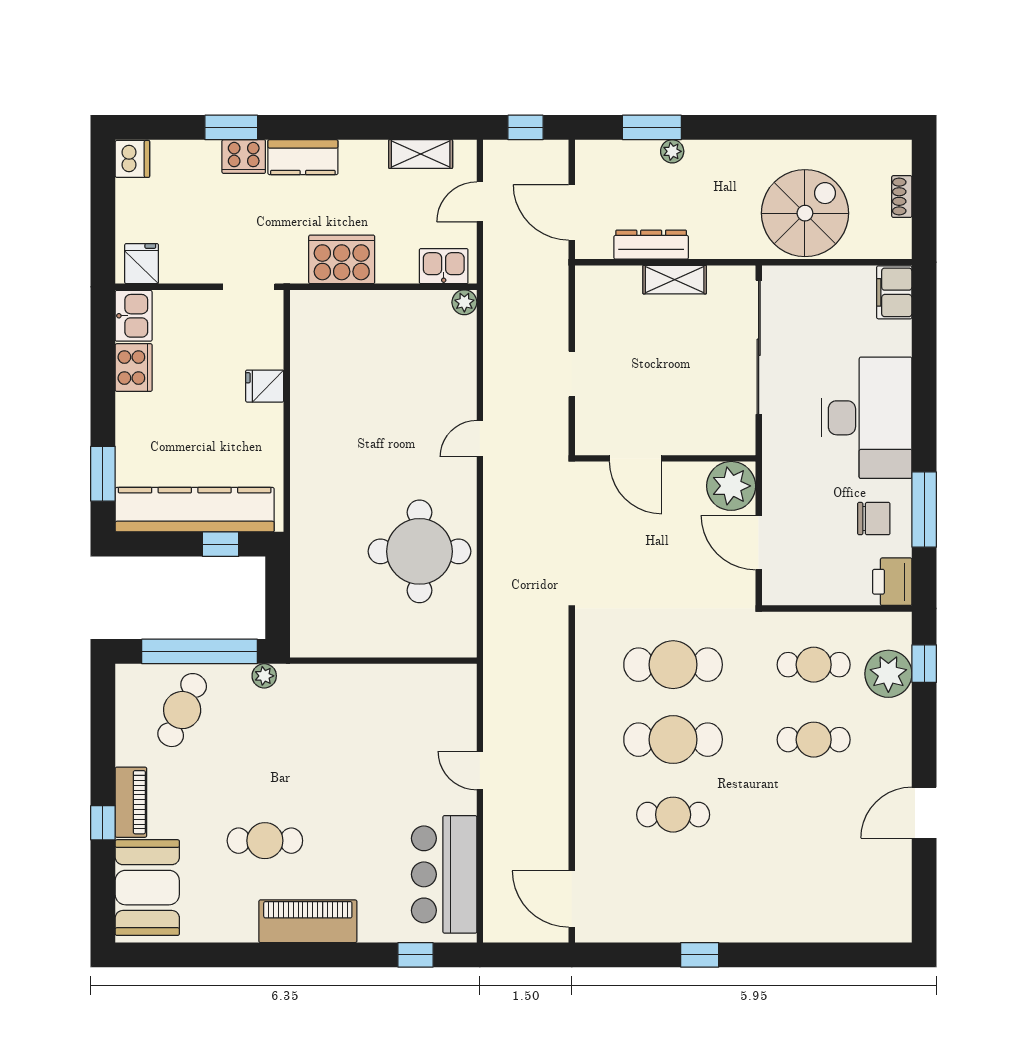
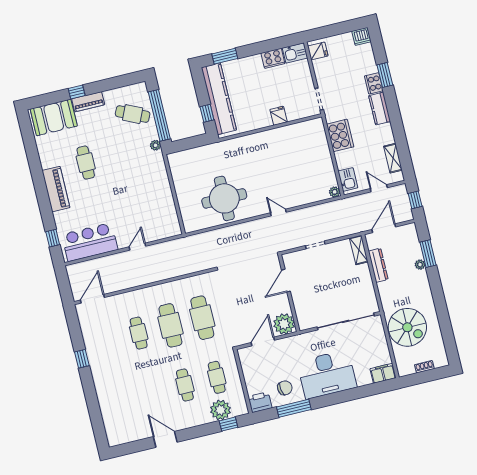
shelving: (675, 280) -> (359, 250), moved
chair: (874, 519) -> (285, 388), turned -100

